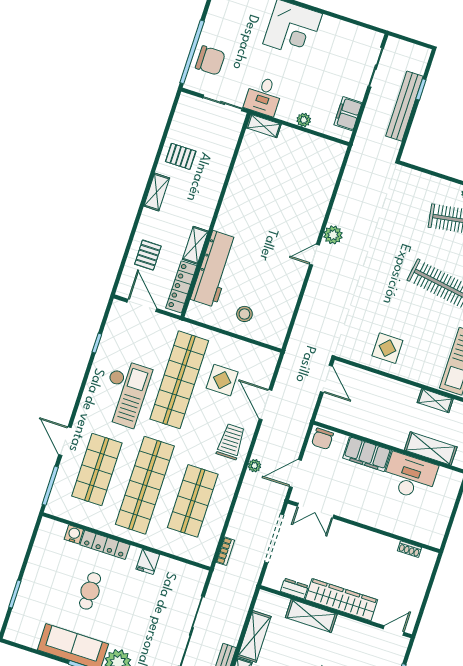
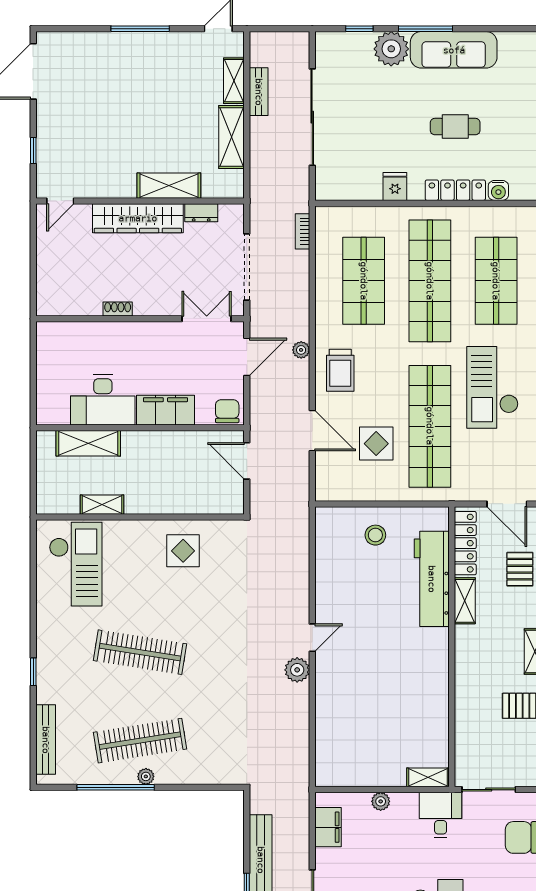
door: (326, 379) -> (247, 461), moved
shoe rack: (409, 549) -> (118, 309), moved
cafe table: (90, 591) -> (455, 127), turned 90

